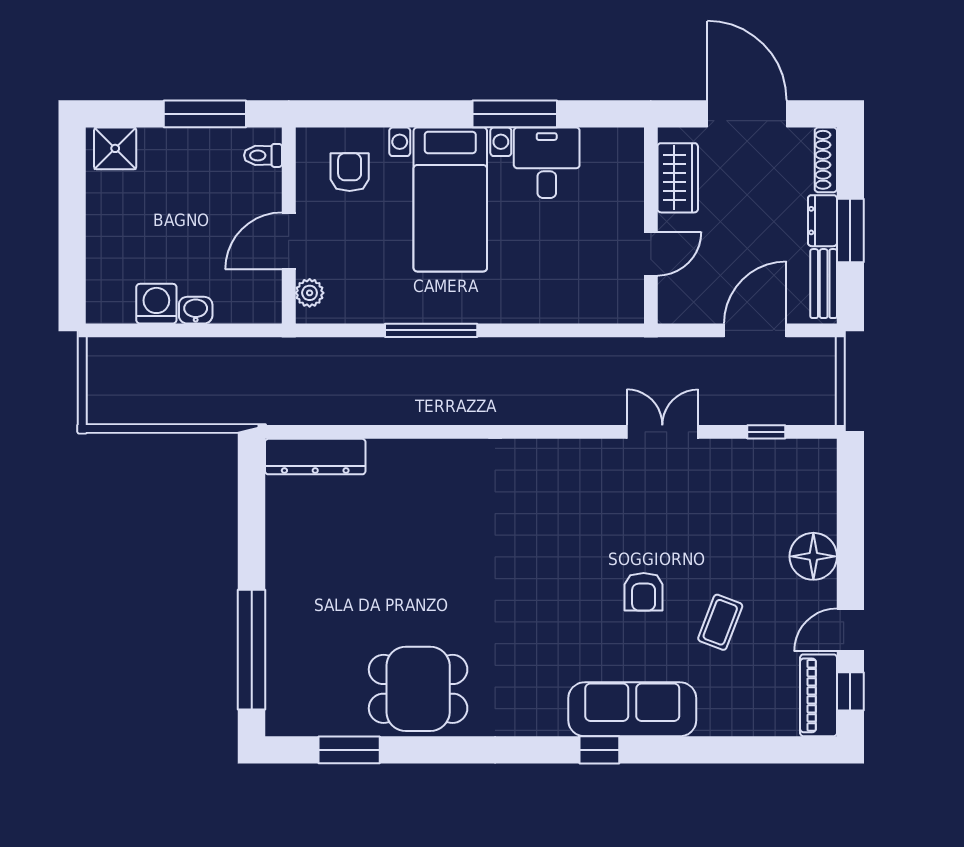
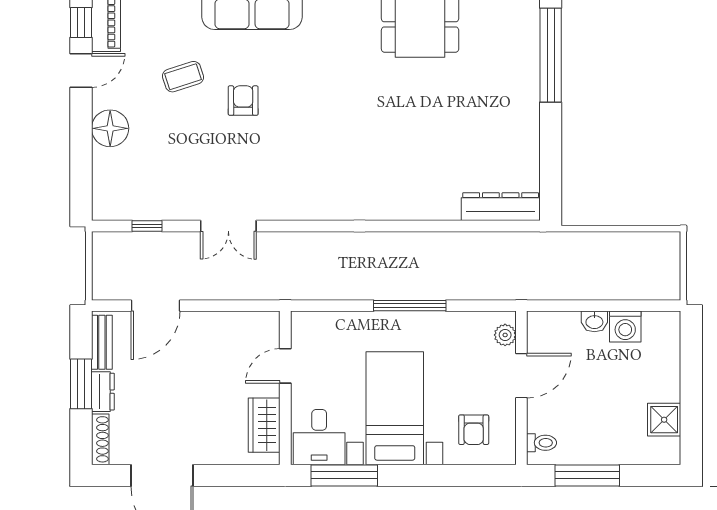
shower: (115, 148) -> (664, 420), moved
wardrobe: (678, 178) -> (264, 425), moved
wall: (651, 225) -> (285, 388), moved
door: (651, 254) -> (285, 366), moved
coffee table: (720, 622) -> (183, 77), turned 51

